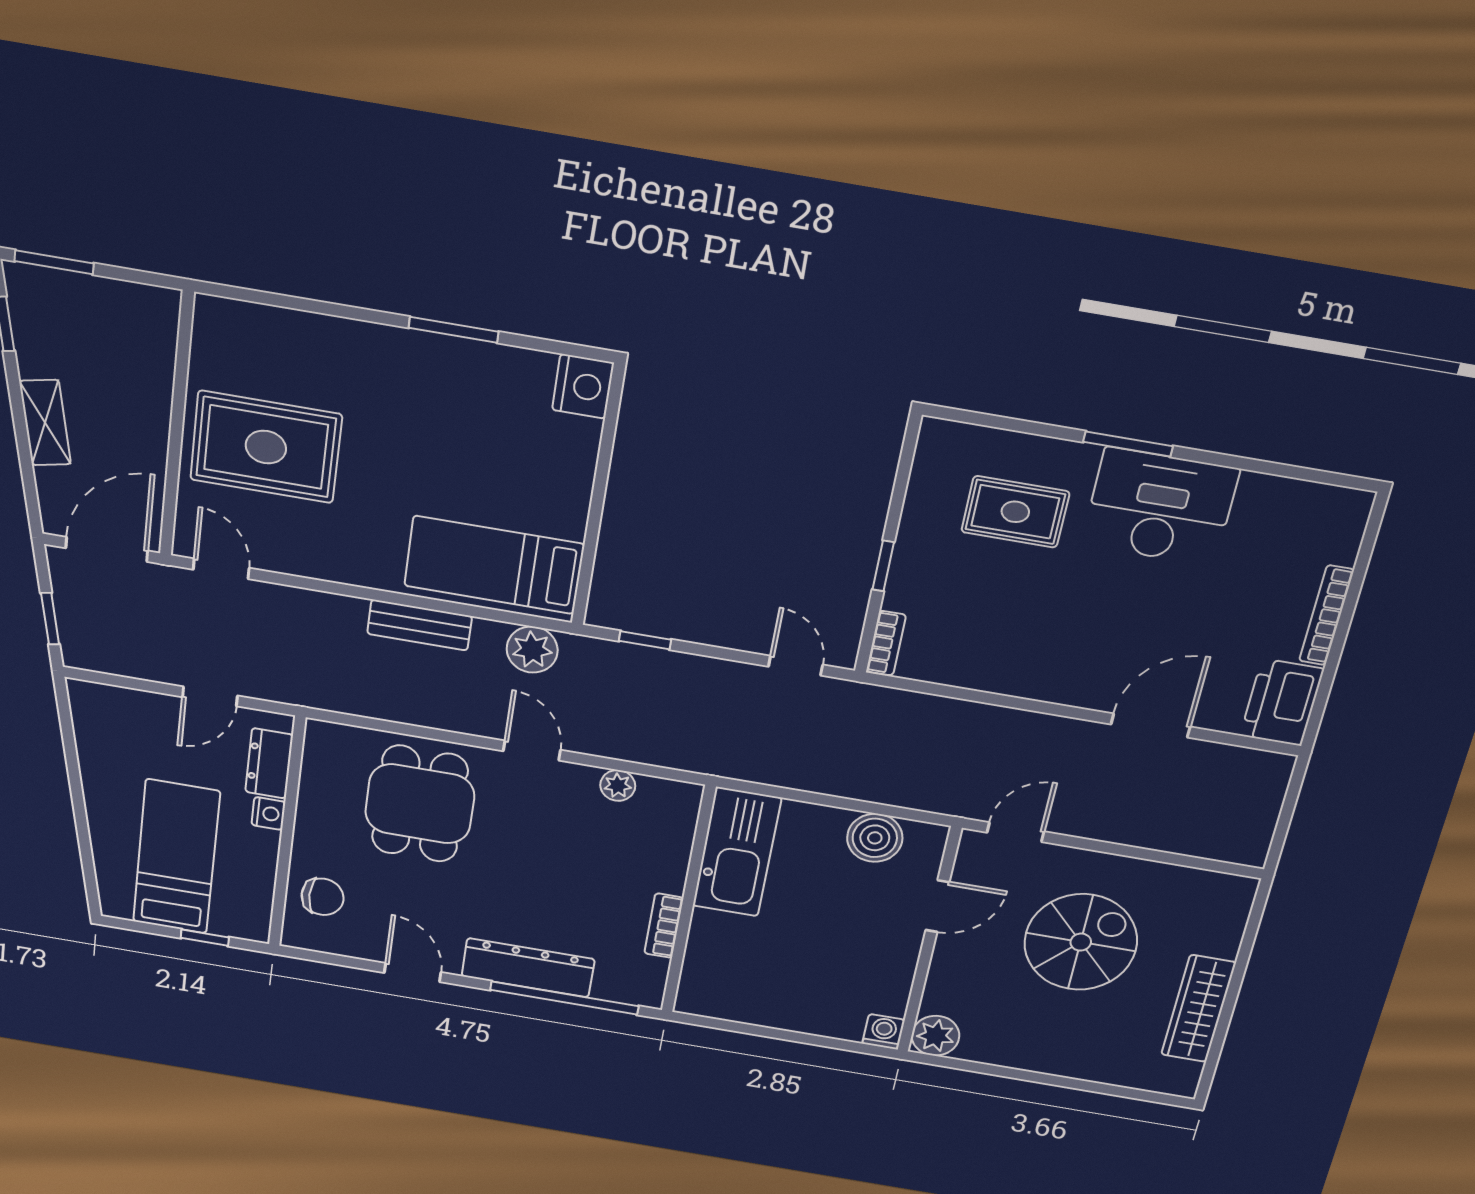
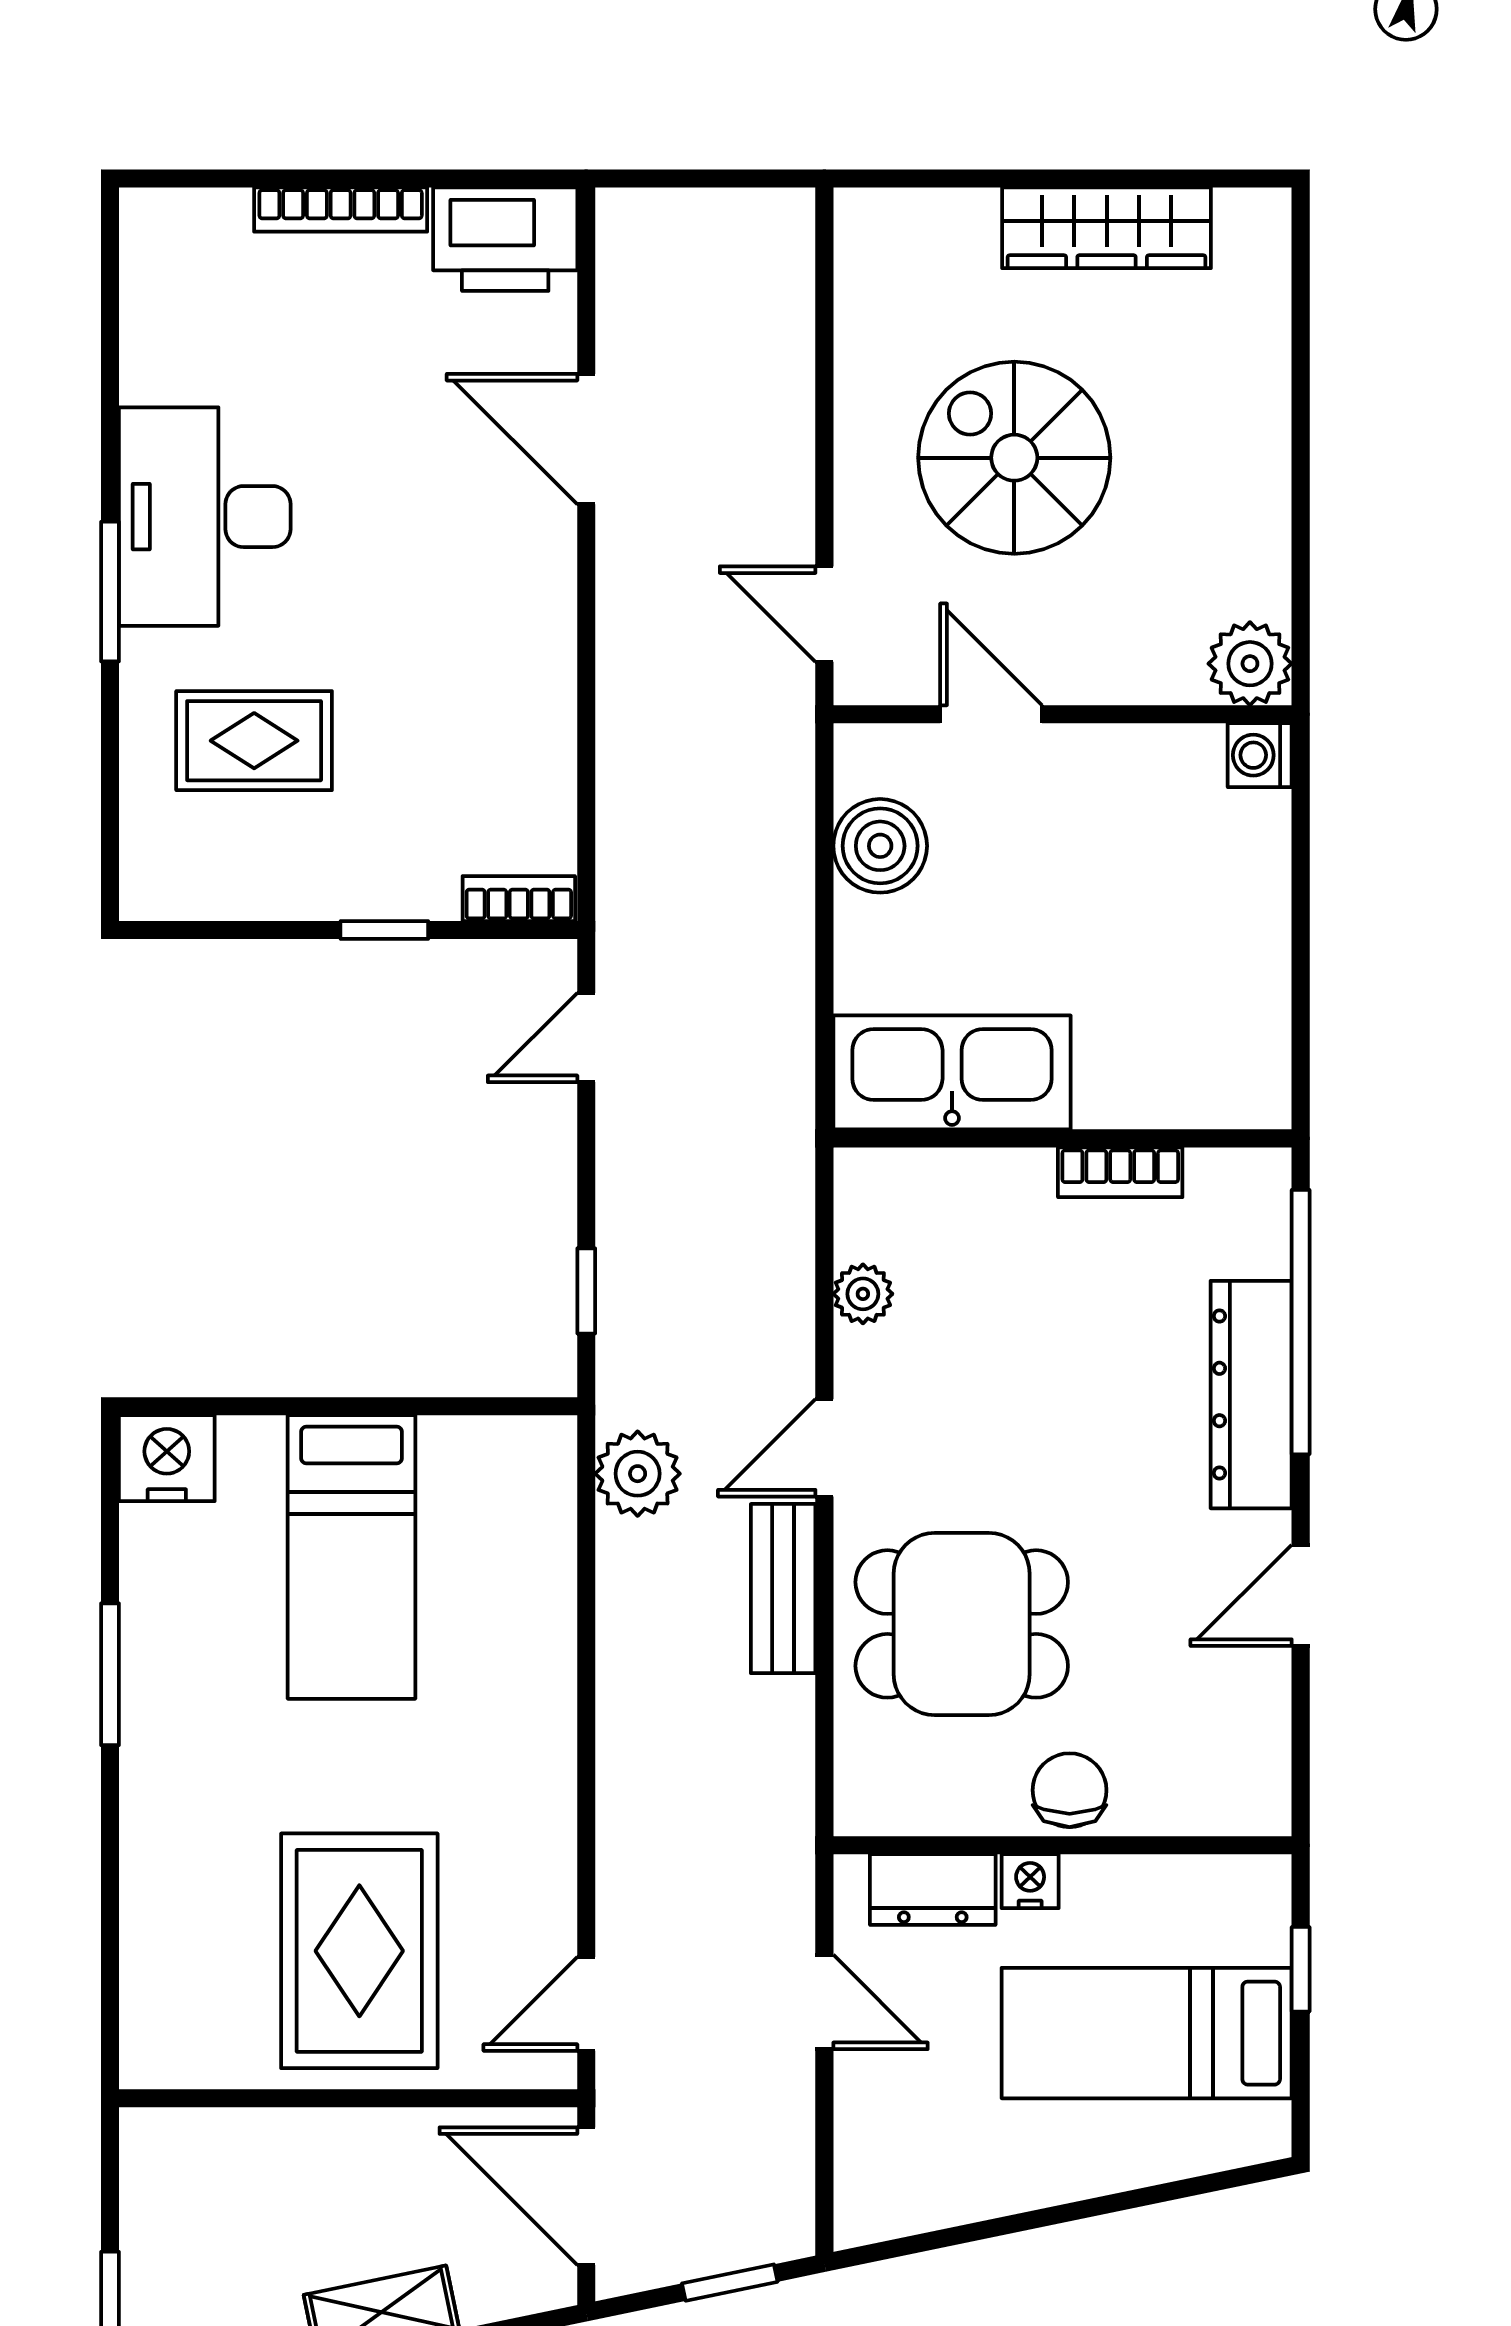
rug: (1015, 512) -> (254, 741), turned 90
bed: (494, 565) -> (352, 1557), moved
bench: (420, 625) -> (783, 1589), moved
chair: (323, 897) -> (1070, 1790), moved

